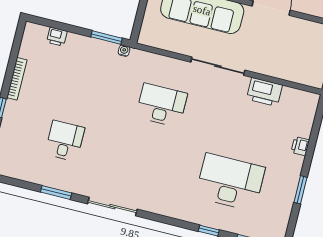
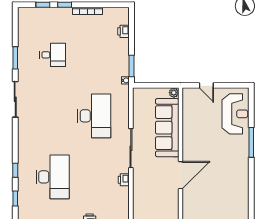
printer: (264, 92) -> (124, 180), width x0.53, depth x0.68
desk: (162, 105) -> (94, 116), width x1.36, depth x1.30

